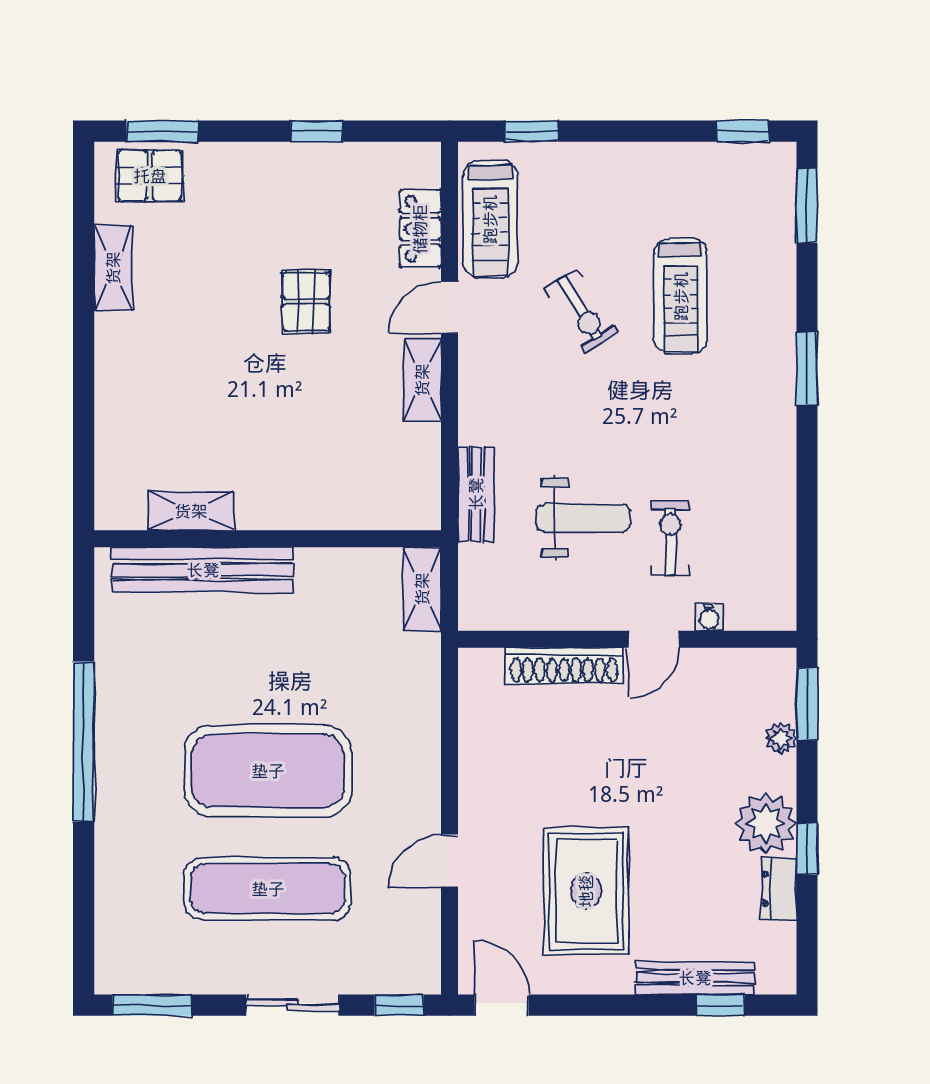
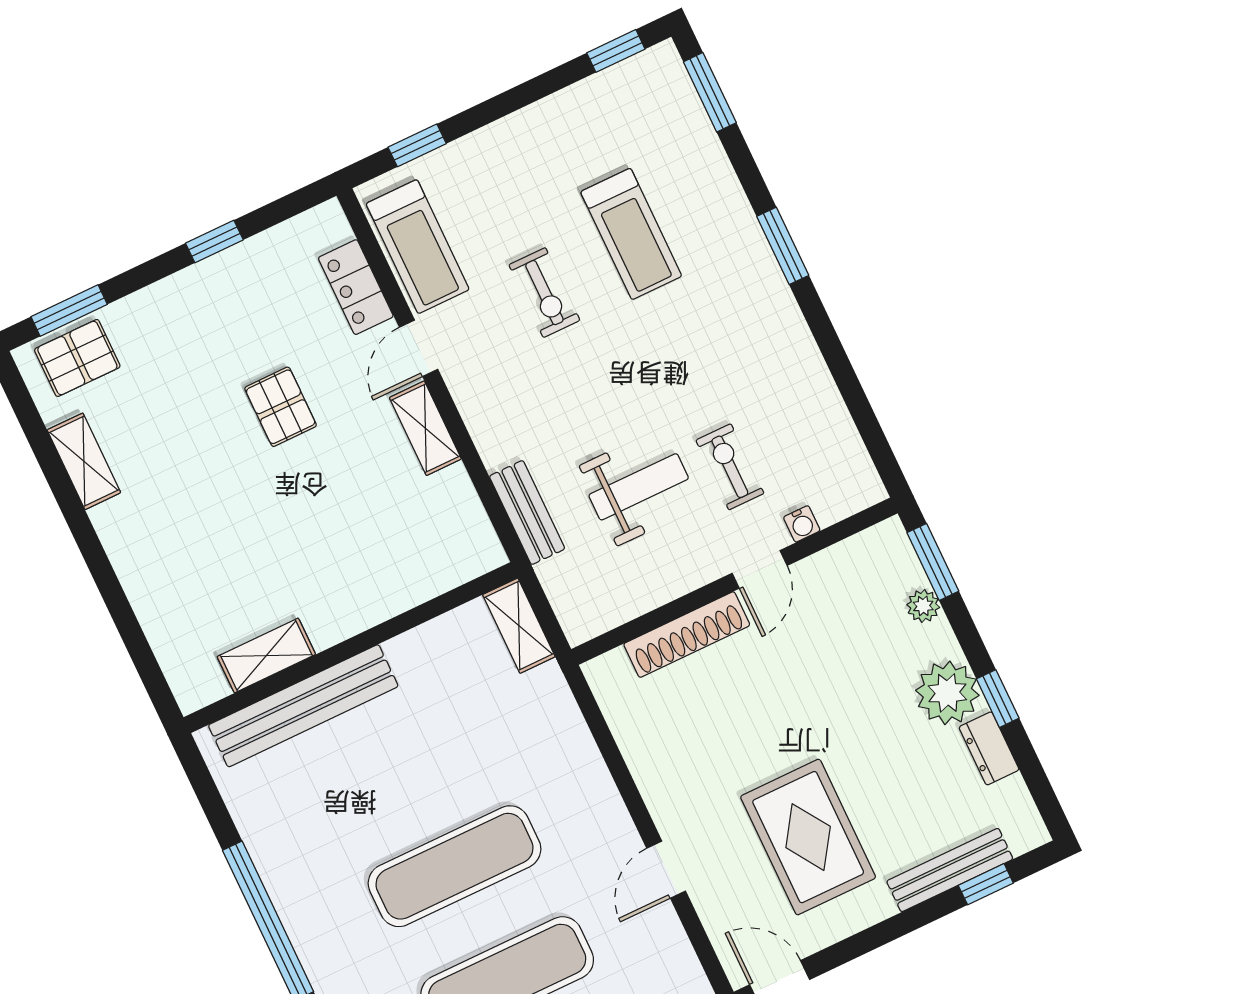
exercise bike: (581, 311) -> (544, 293), turned 32
exercise mat: (268, 771) -> (455, 866), width x0.68

